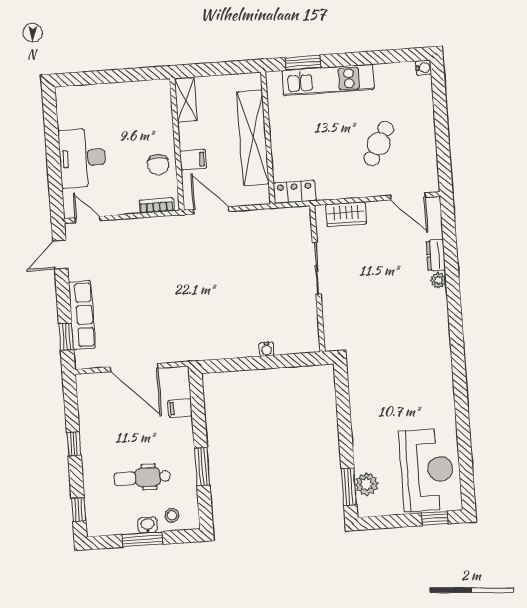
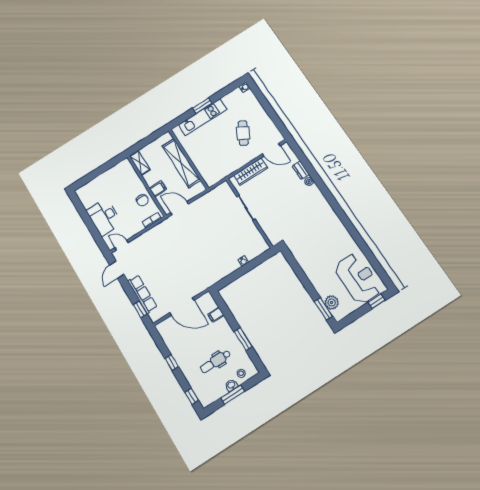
window: (303, 63) -> (202, 106), moved
locker: (295, 192) -> (215, 177), removed
wardrobe: (346, 214) -> (251, 172), width x1.50

